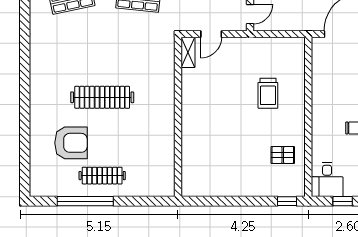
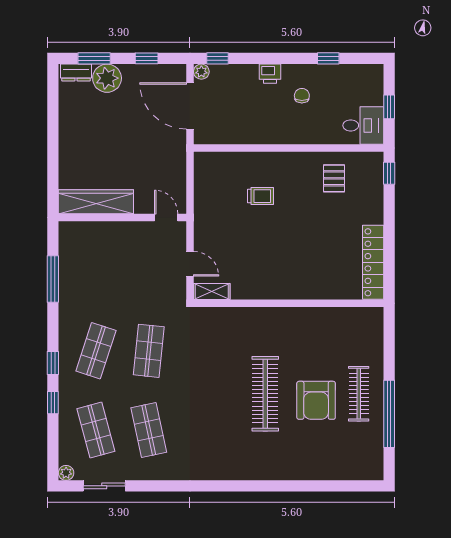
trolley: (268, 93) -> (260, 196), width x0.73, depth x0.72
armchair: (71, 143) -> (316, 400), moved, turned 180
locker: (212, 188) -> (373, 262), added

